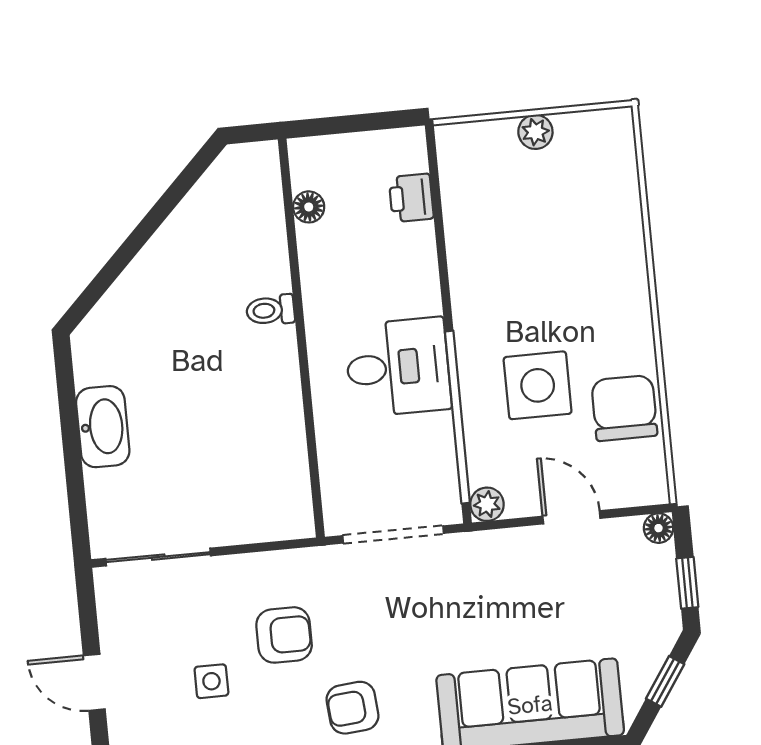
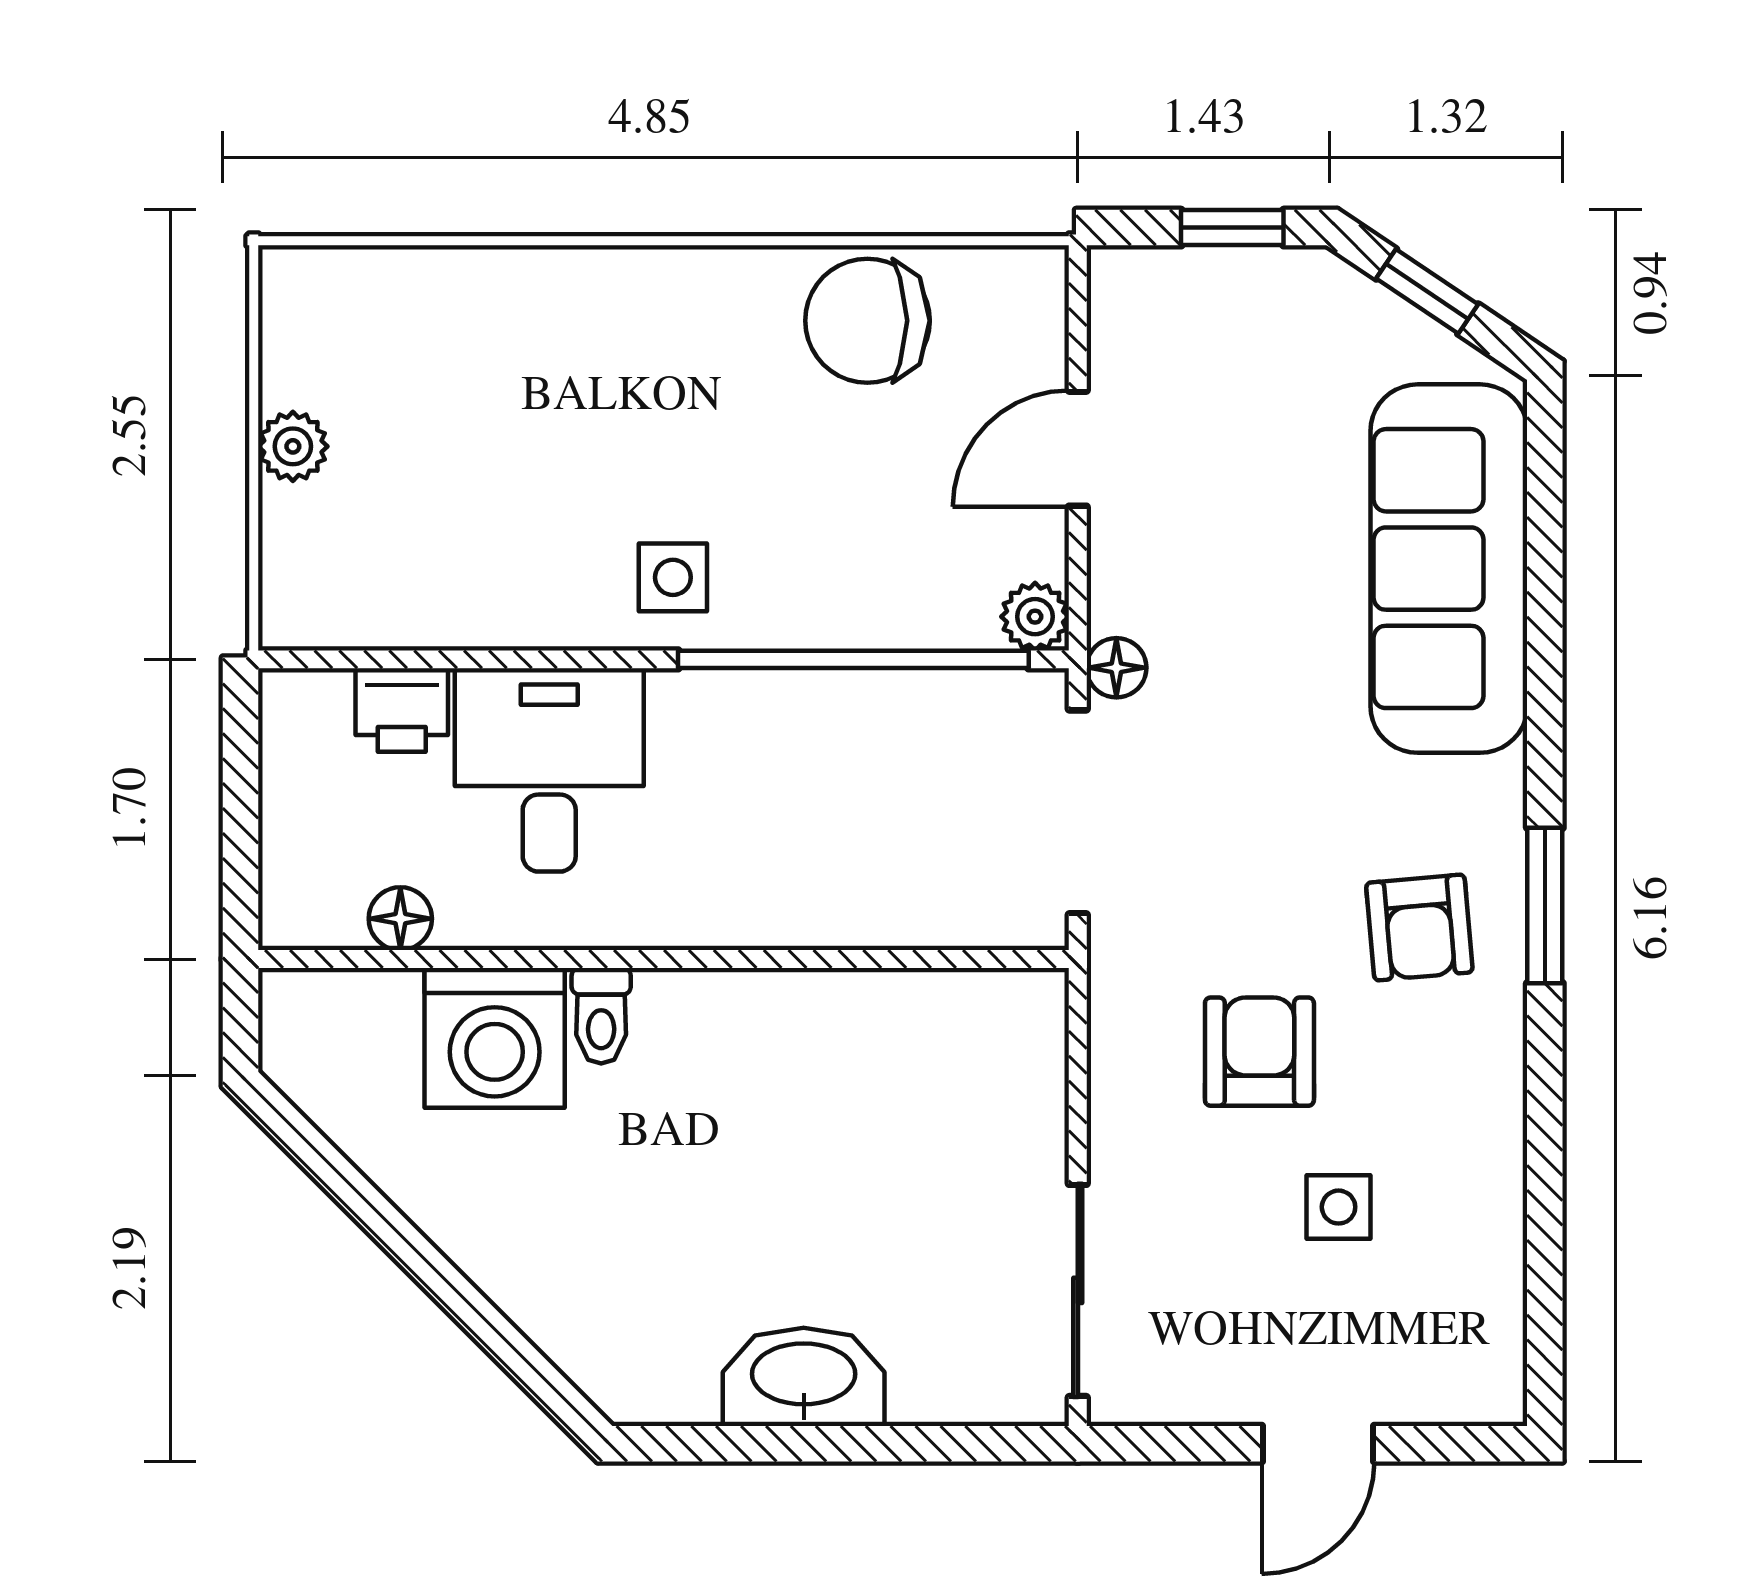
washing machine: (255, 259) -> (495, 1038), added
desk: (398, 367) -> (549, 770), moved
side table: (538, 385) -> (673, 577), moved, width x0.54, depth x0.54
floor lamp: (659, 528) -> (1116, 668), moved

